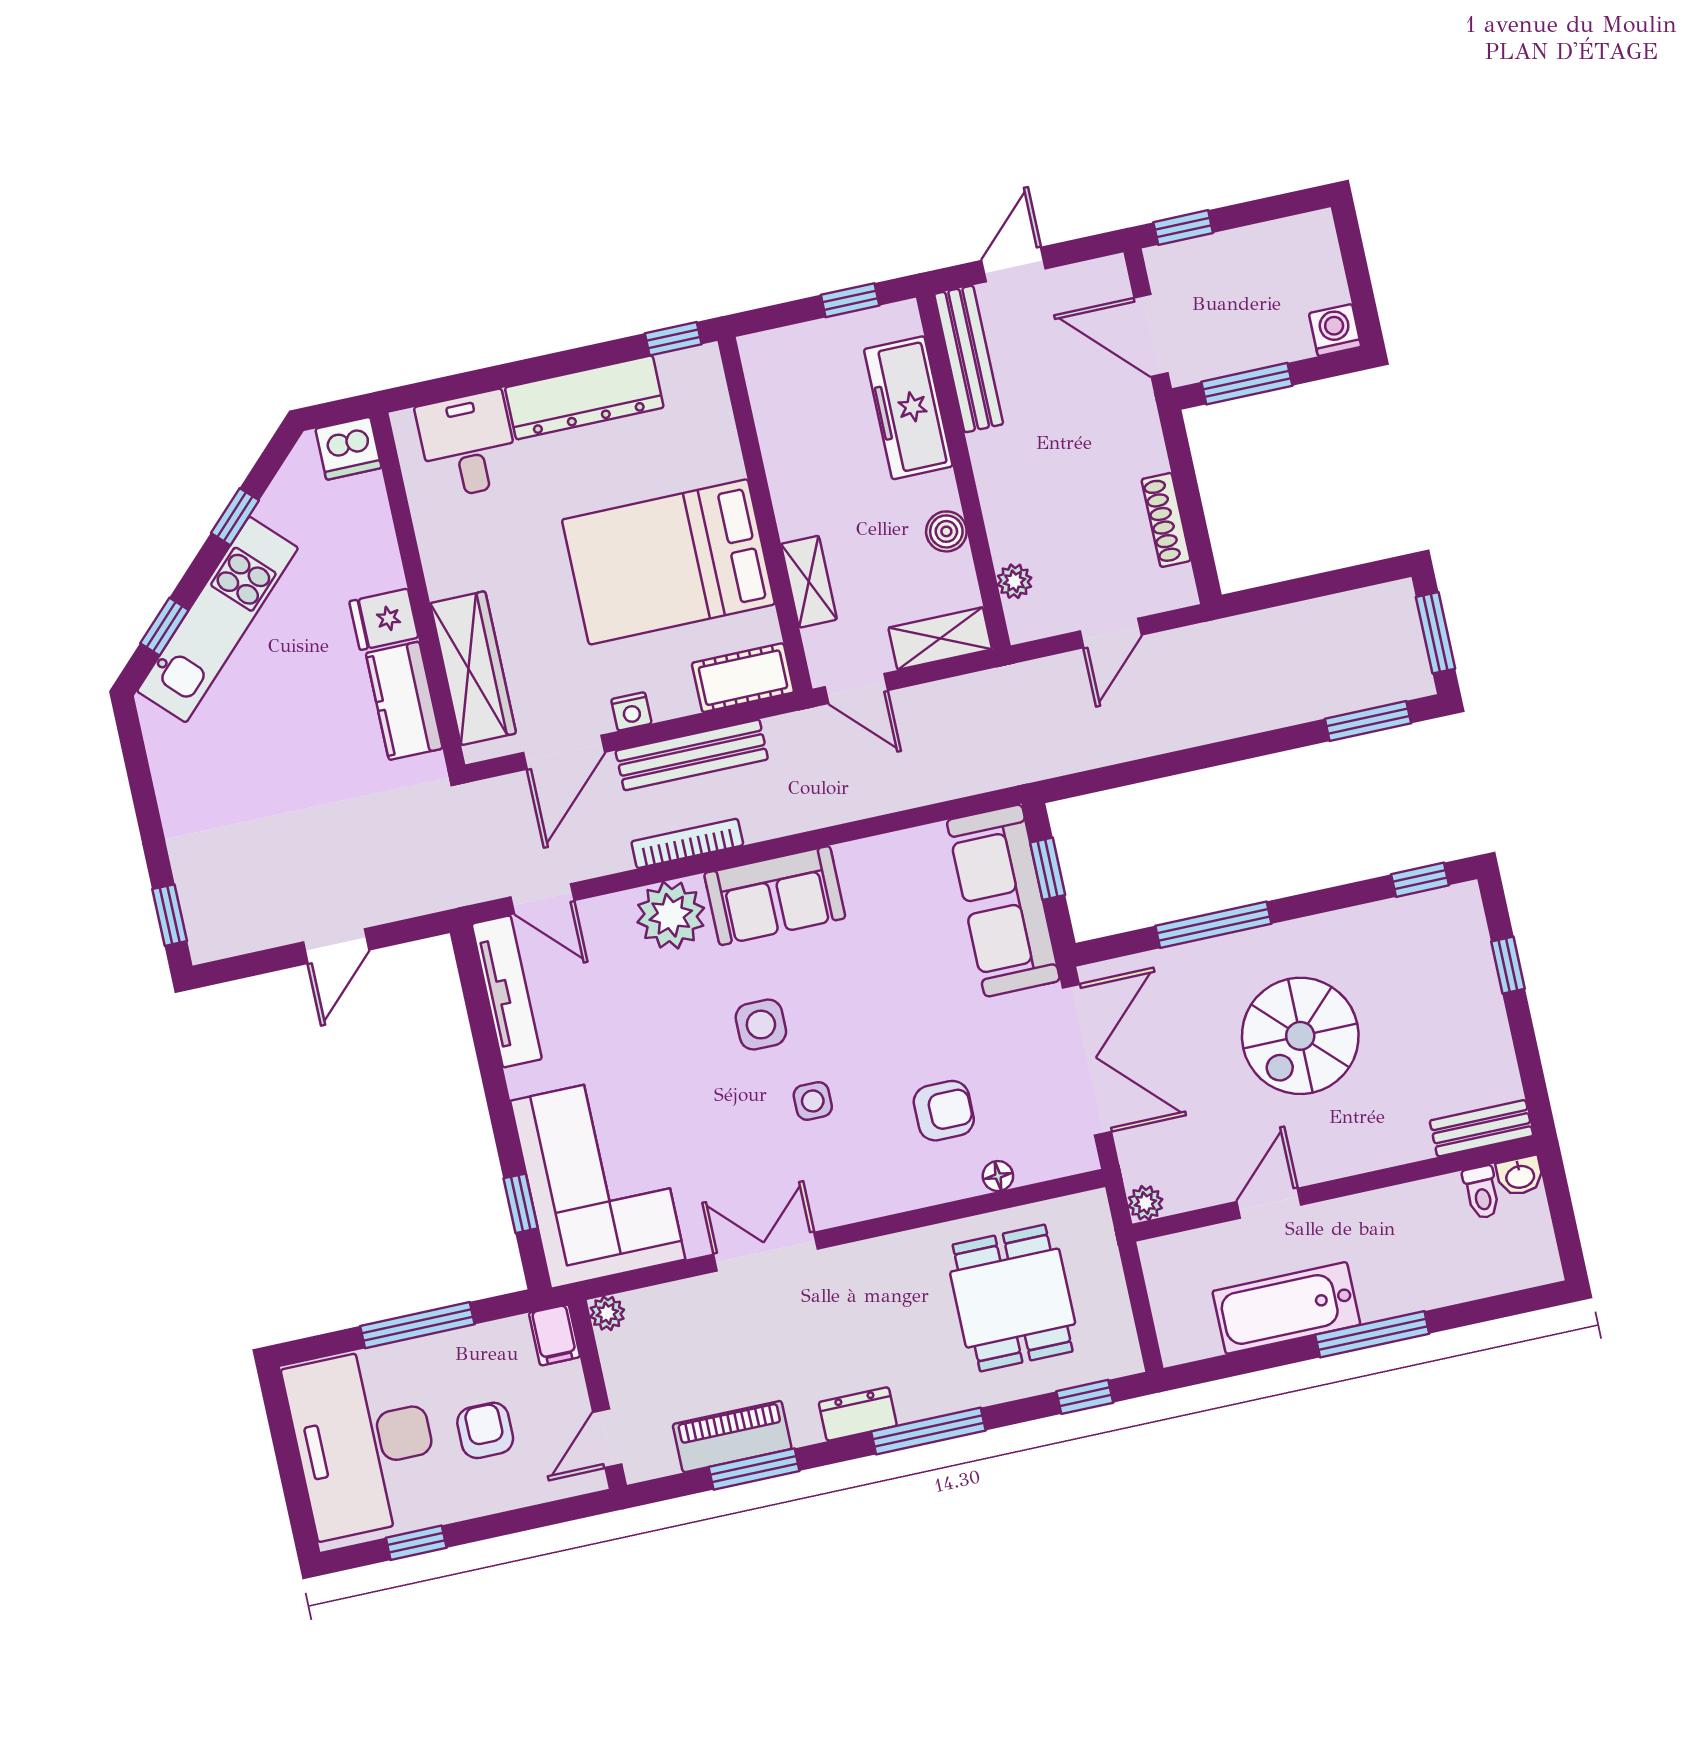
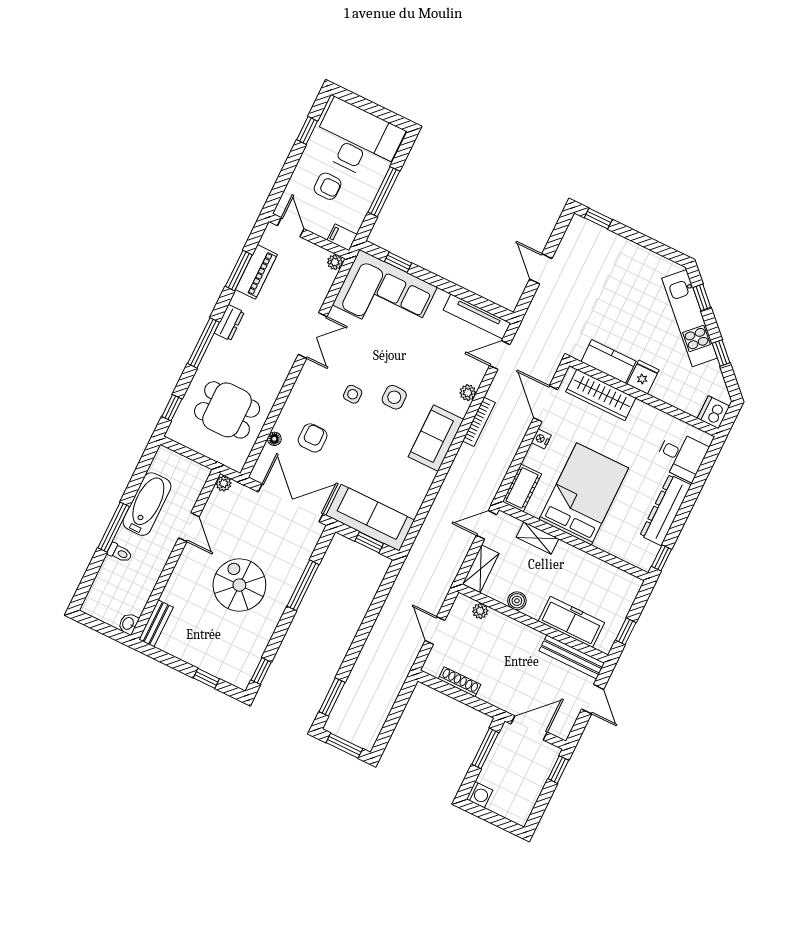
bench: (692, 755) -> (509, 448), removed
plant: (671, 915) -> (468, 393), width x0.53, depth x0.53
double door: (1087, 1060) -> (291, 503), swing flipped
armchair: (944, 1111) -> (313, 438), turned 180
toilet: (1482, 1192) -> (120, 553), moved, turned 180

